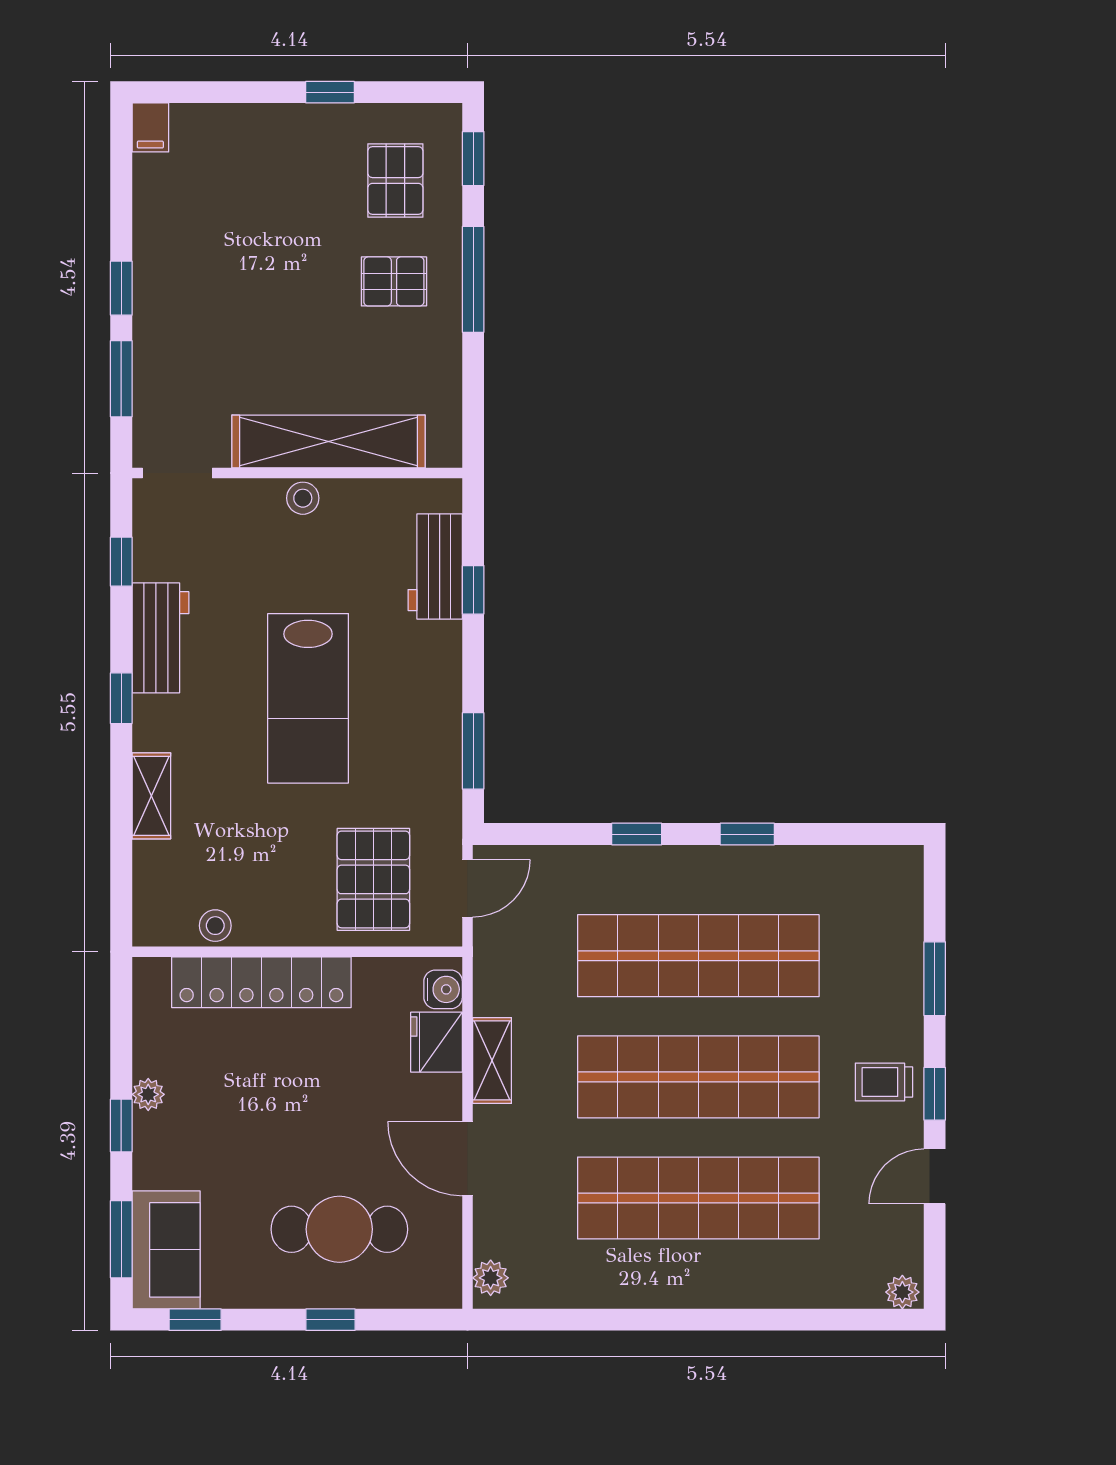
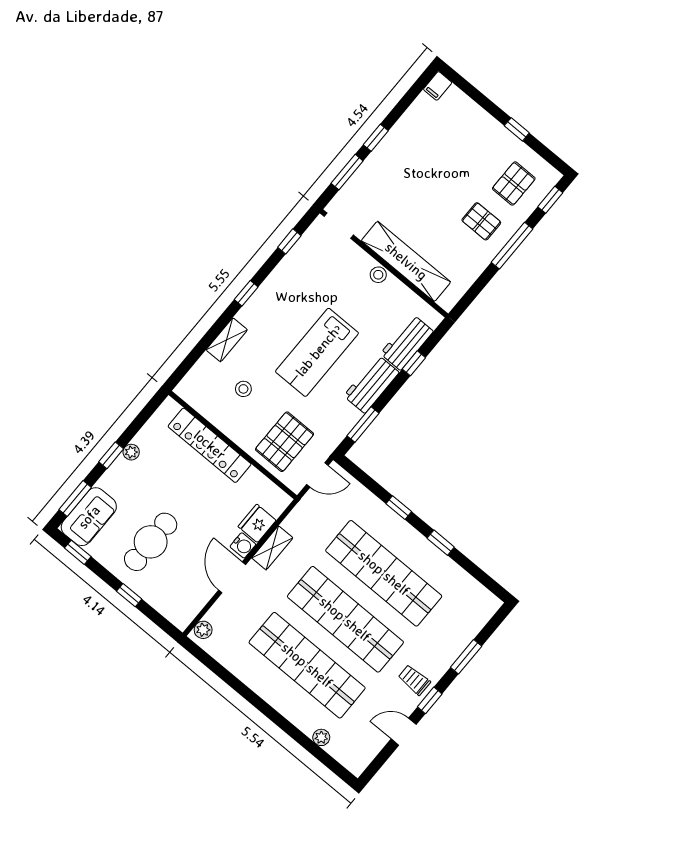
workbench: (160, 638) -> (371, 384), moved, turned 180
stool: (215, 926) -> (243, 389), moved
water cooler: (443, 989) -> (243, 545), moved
cafe table: (339, 1229) -> (151, 542), moved, turned 90
plant: (902, 1292) -> (321, 737), moved

